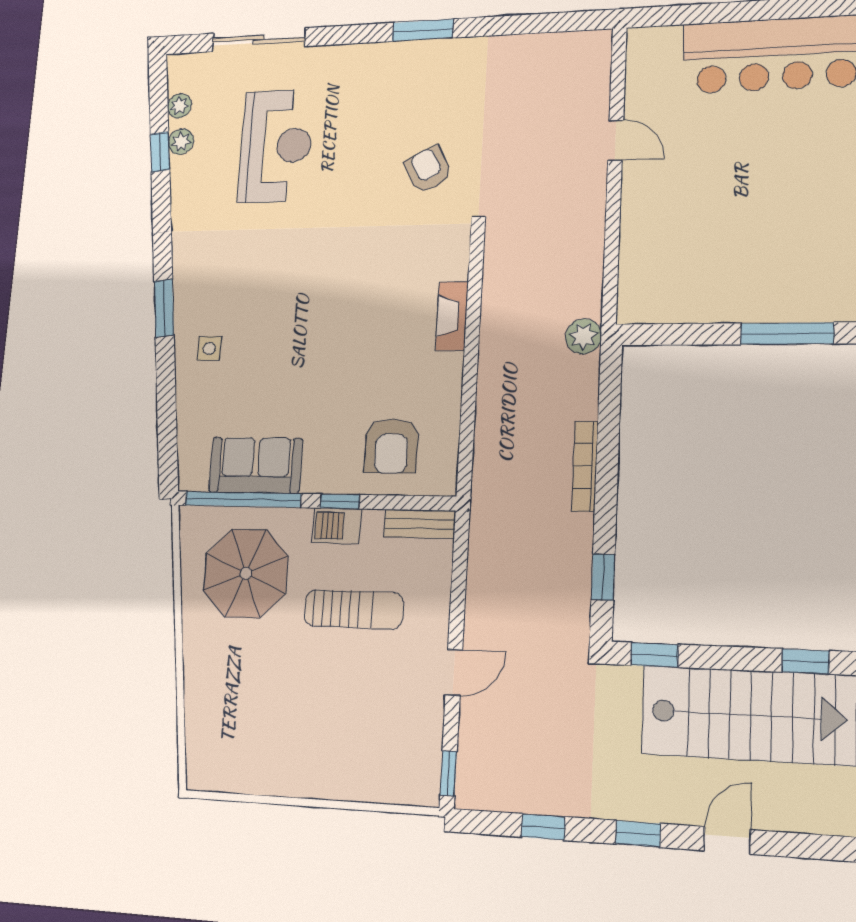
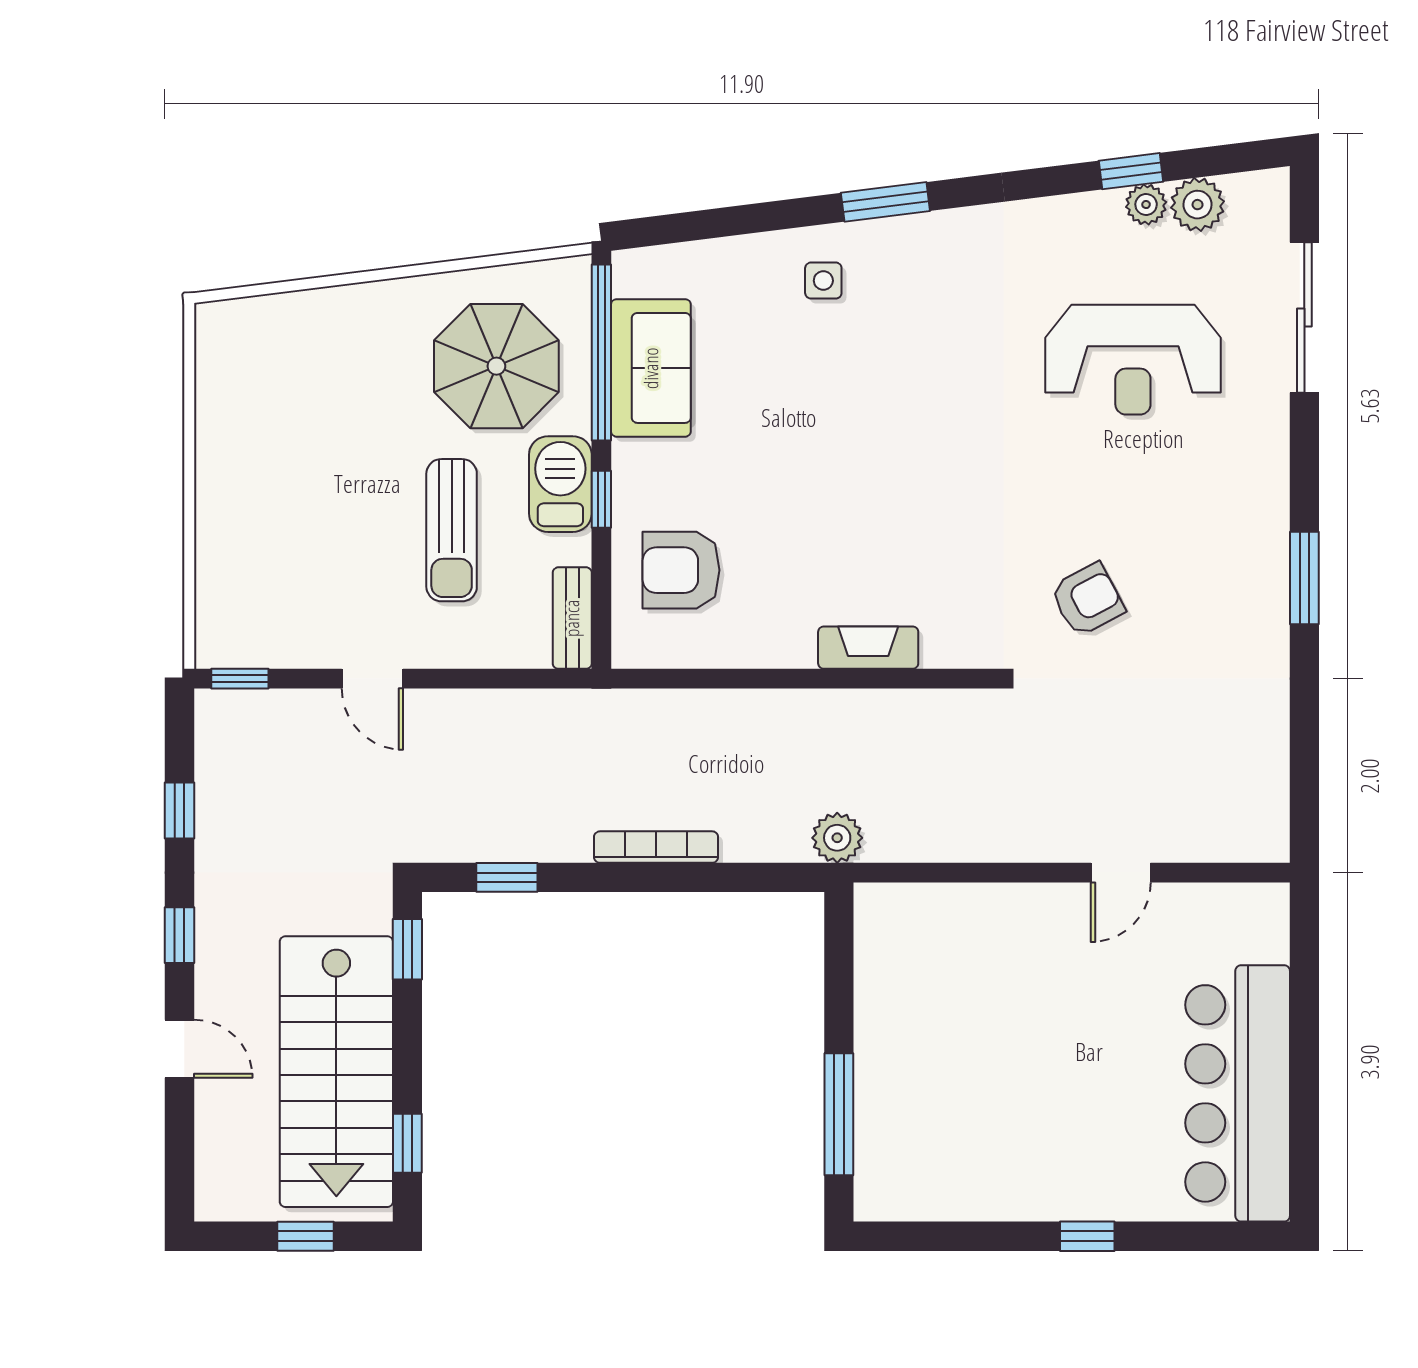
plant: (179, 106) -> (1198, 205), width x1.38, depth x1.38
barbecue: (337, 526) -> (560, 484), width x1.38, depth x1.27

